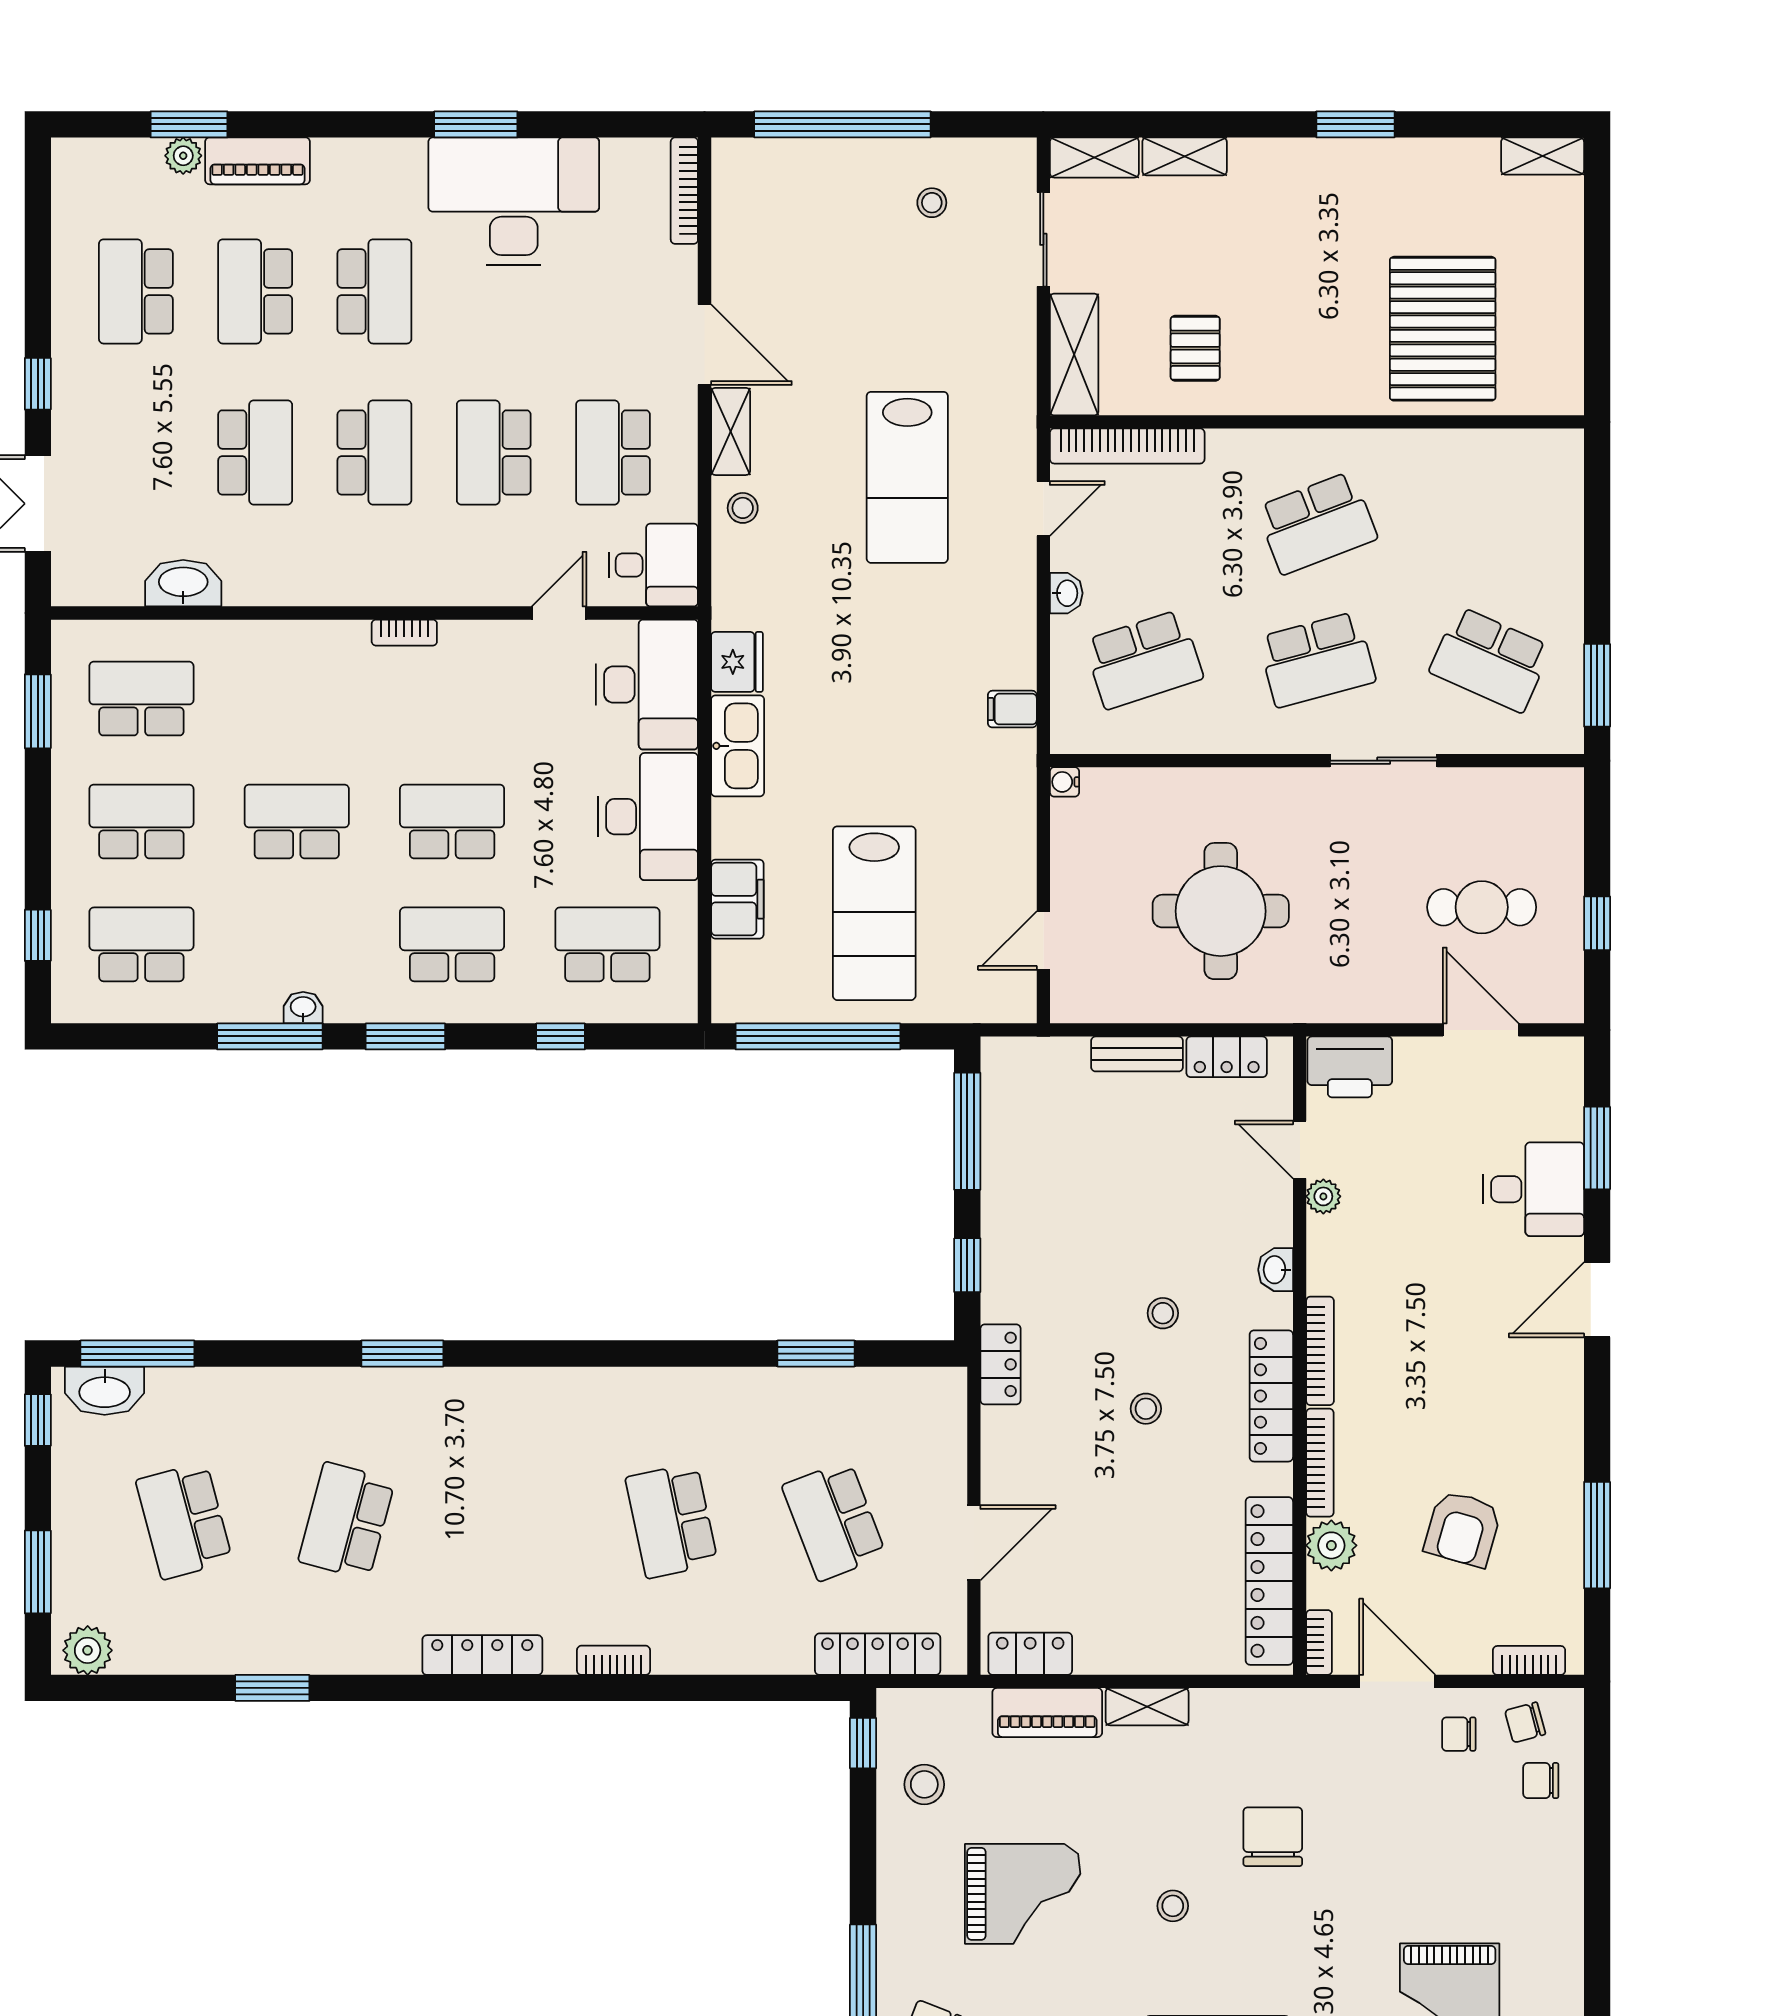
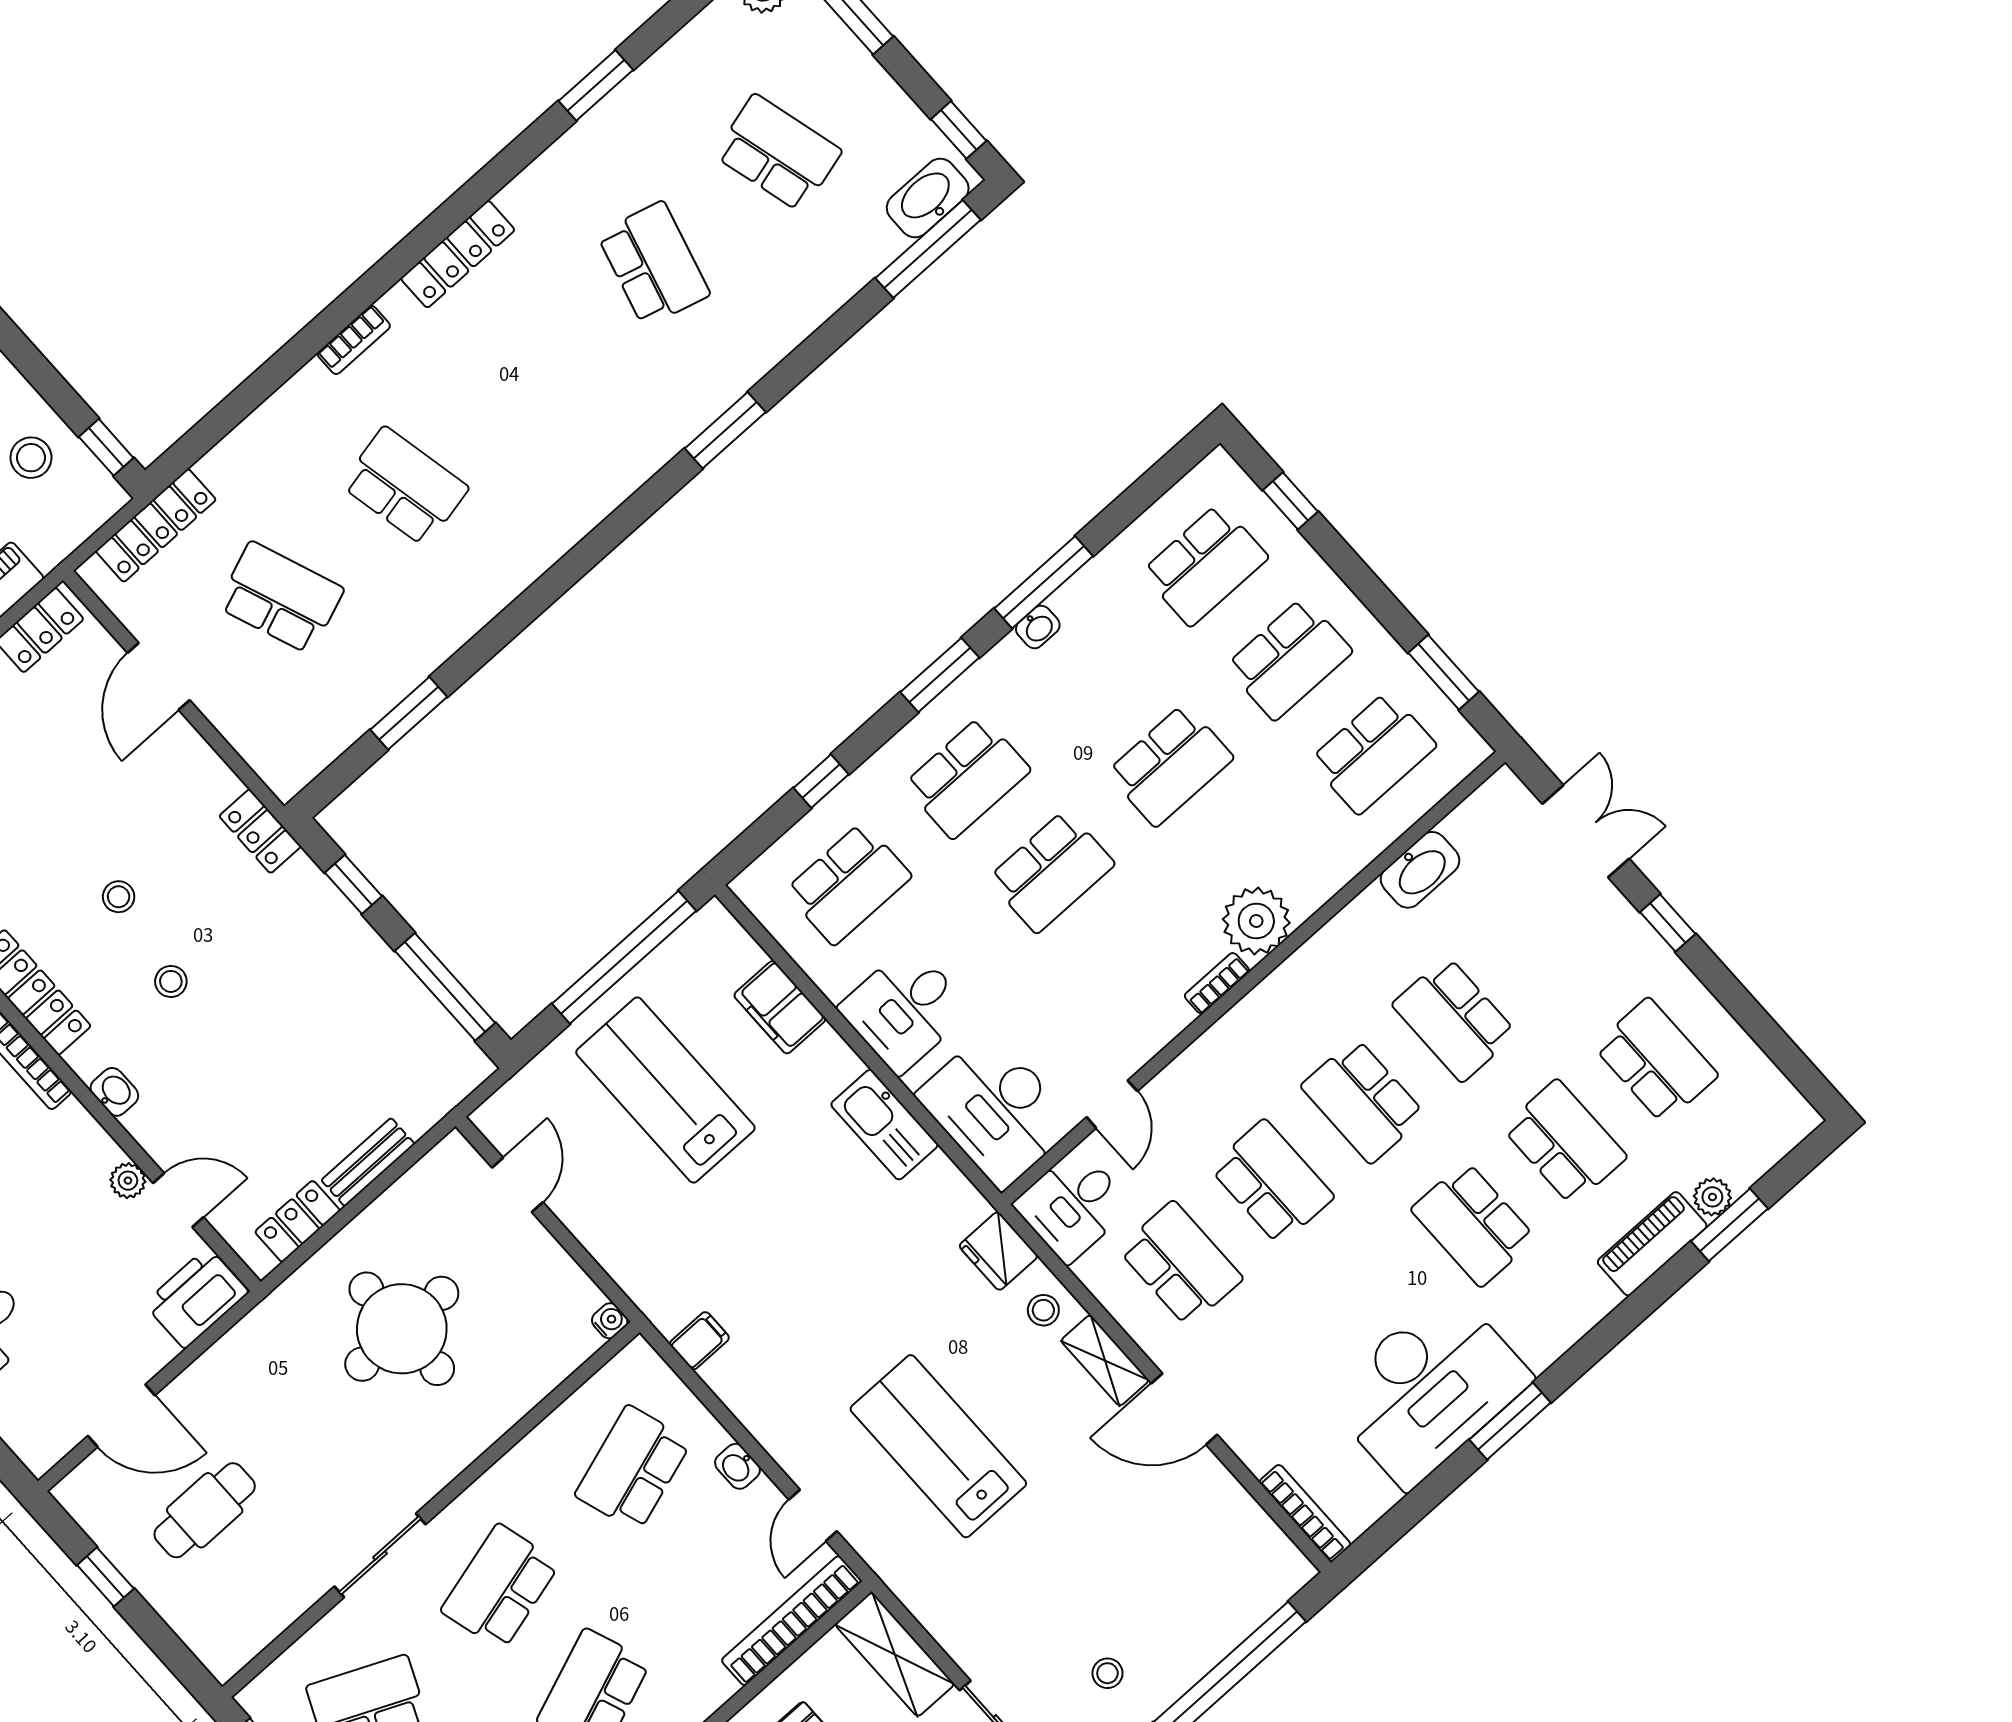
plant: (335, 652) -> (1256, 921), added
fridge: (737, 662) -> (998, 1251), moved
desk: (648, 817) -> (905, 1009), width x0.73

